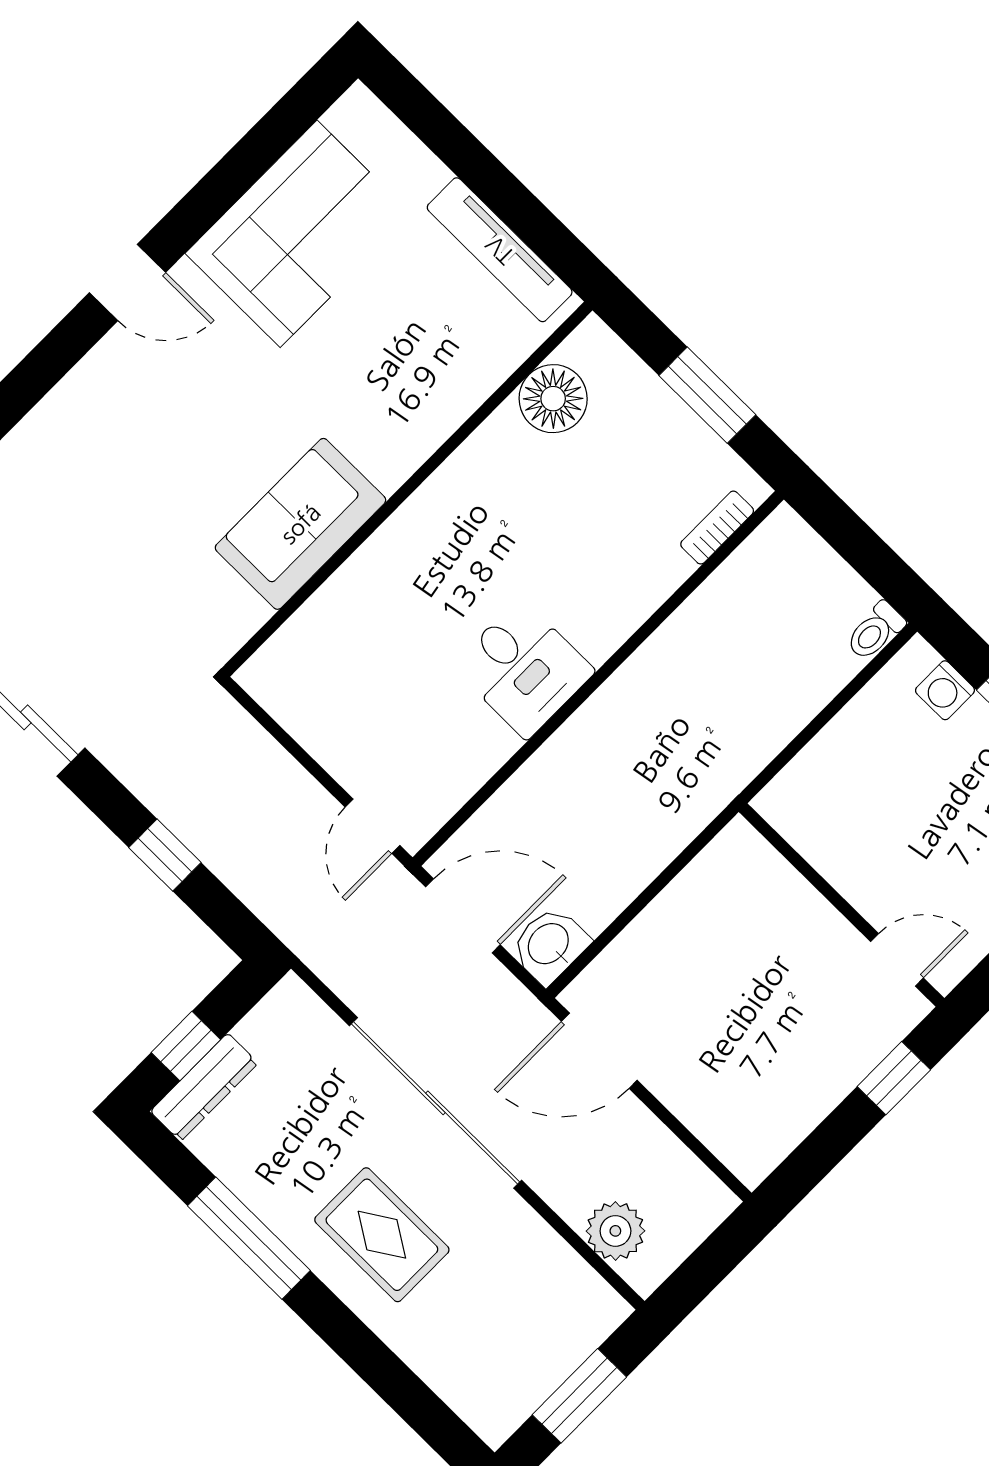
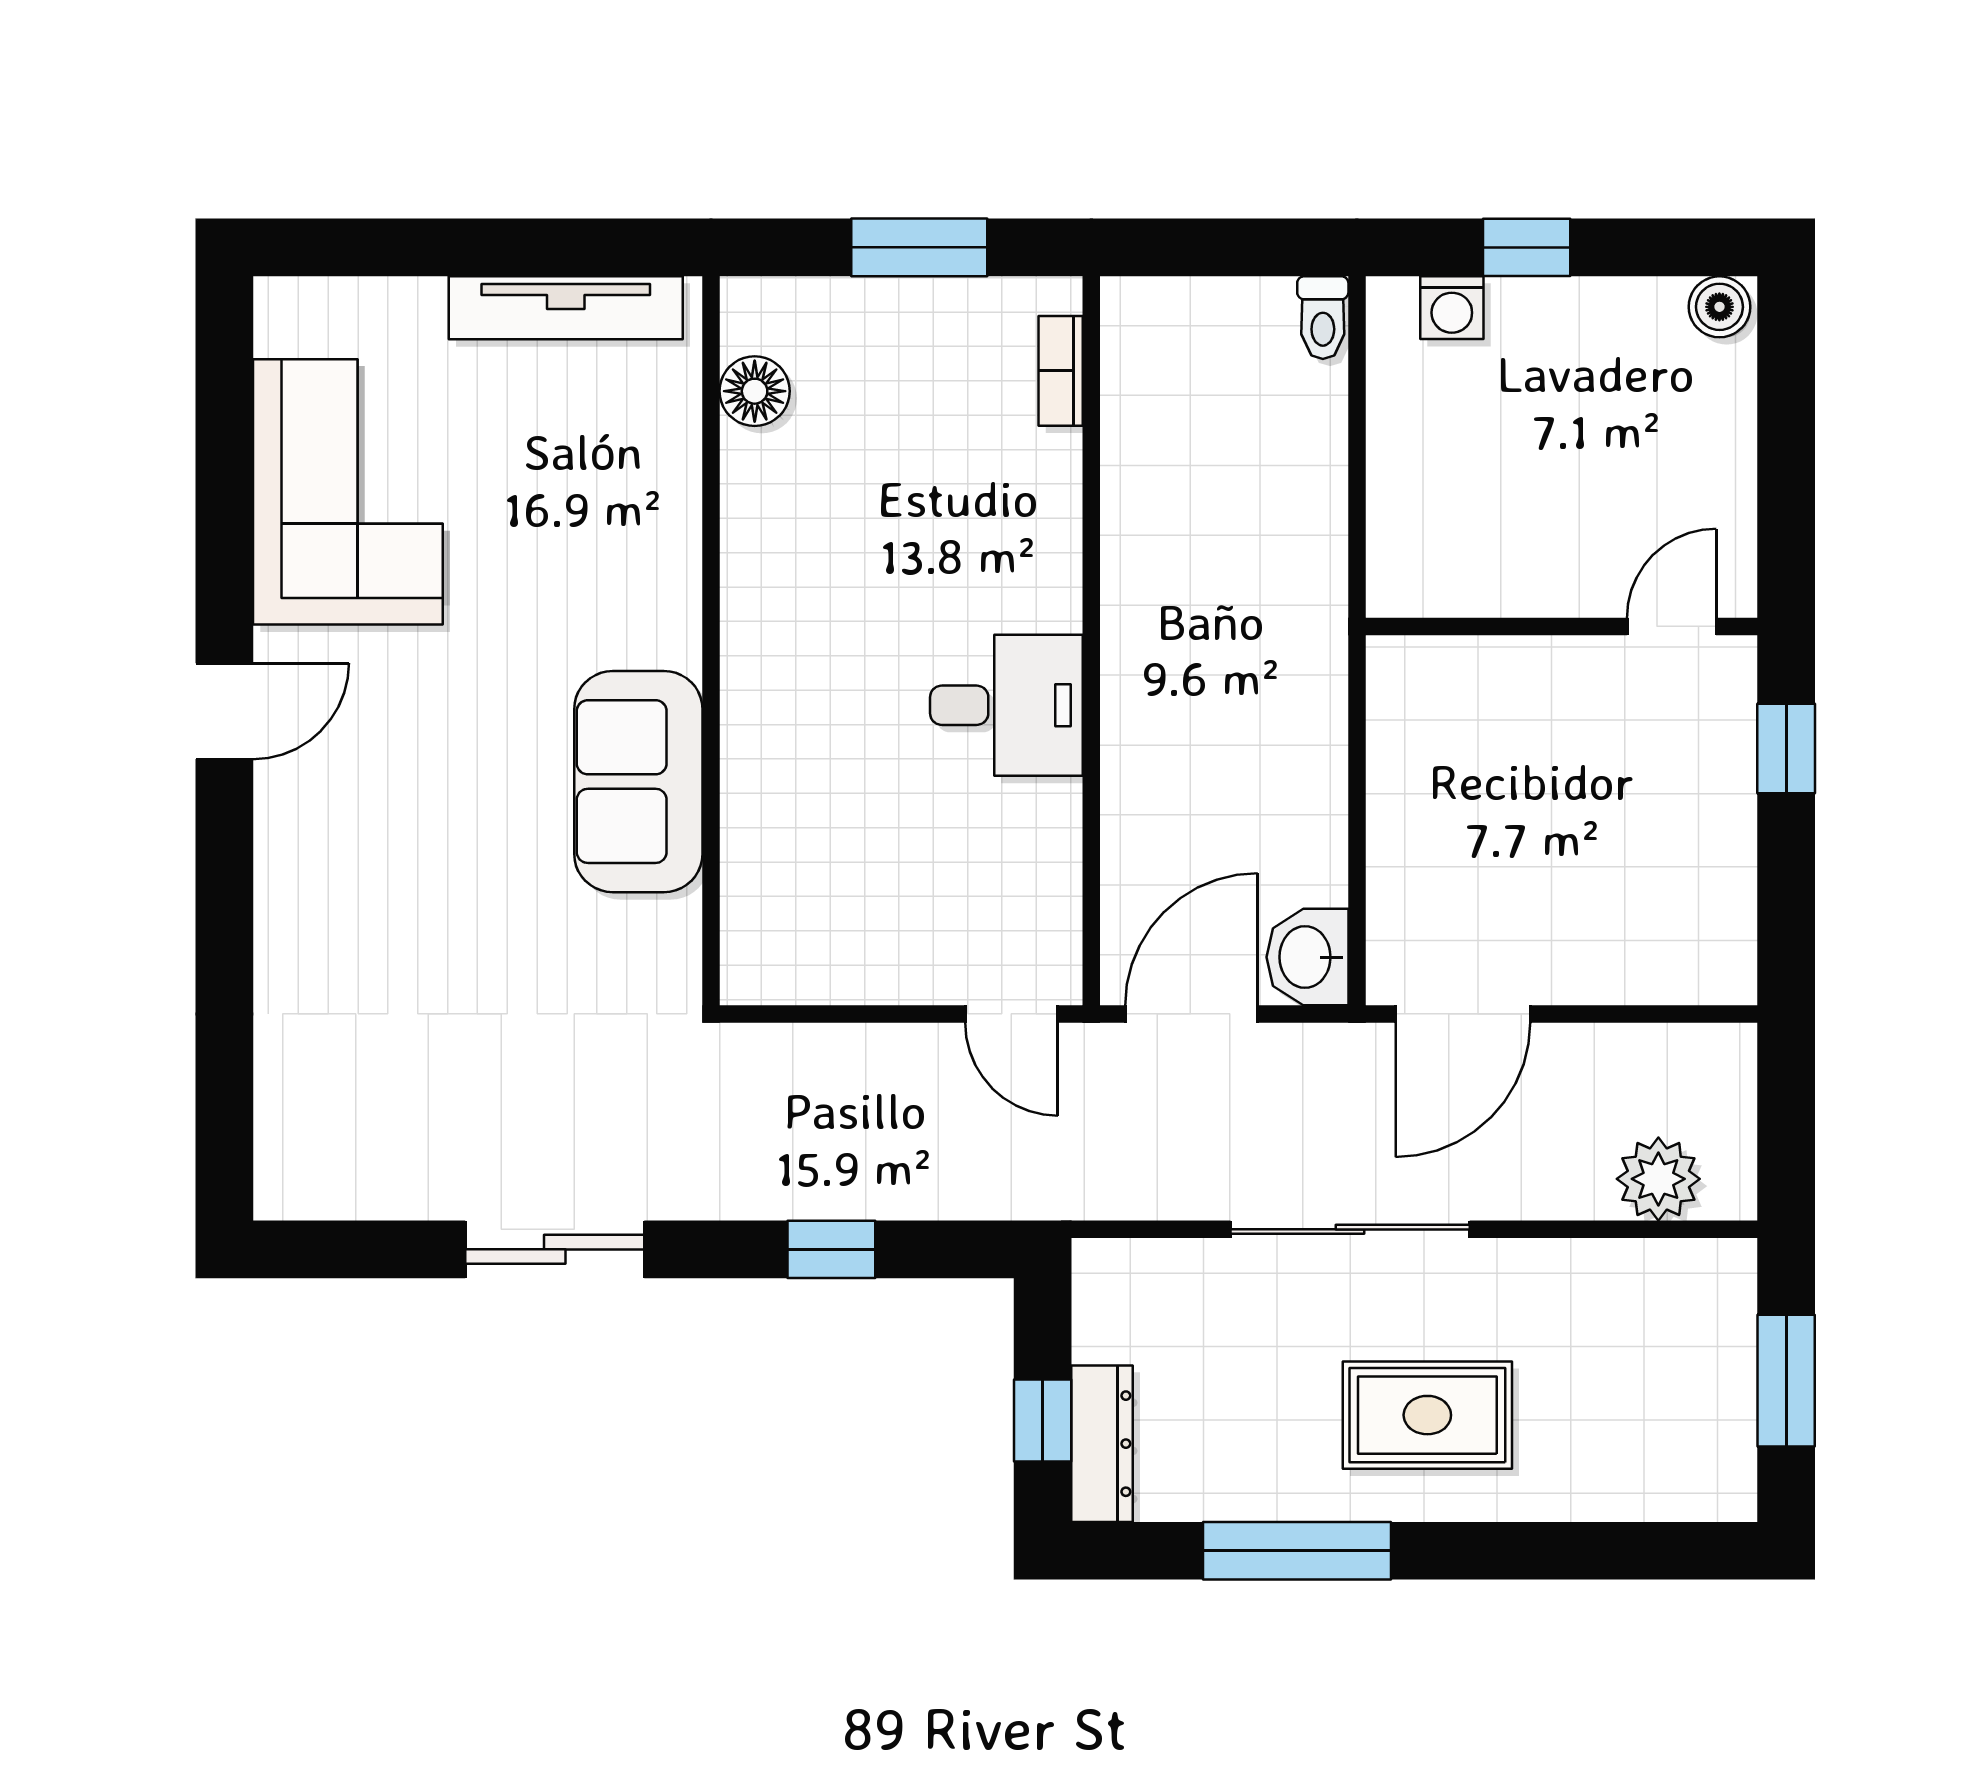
floor lamp: (553, 399) -> (755, 391), width x0.73, depth x0.73
sliding door: (436, 1103) -> (1350, 1229), width x0.73

